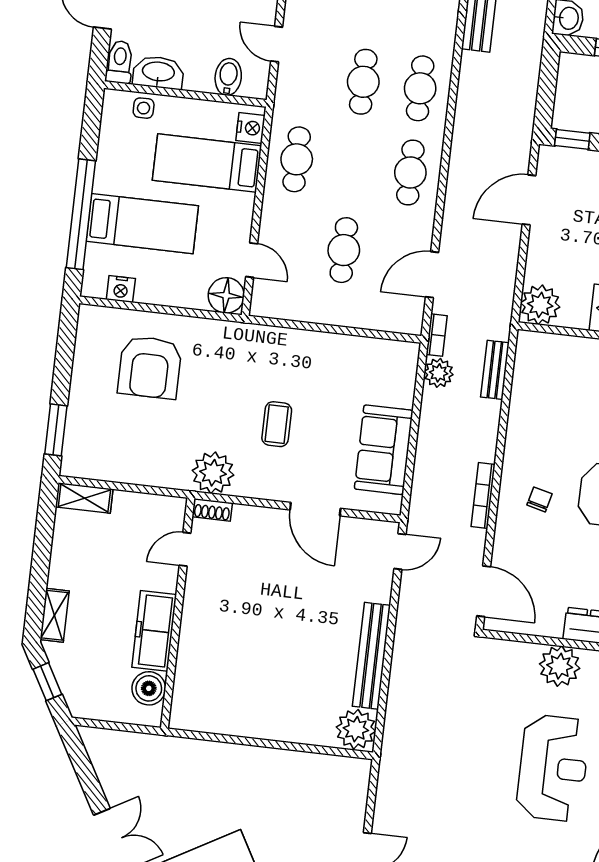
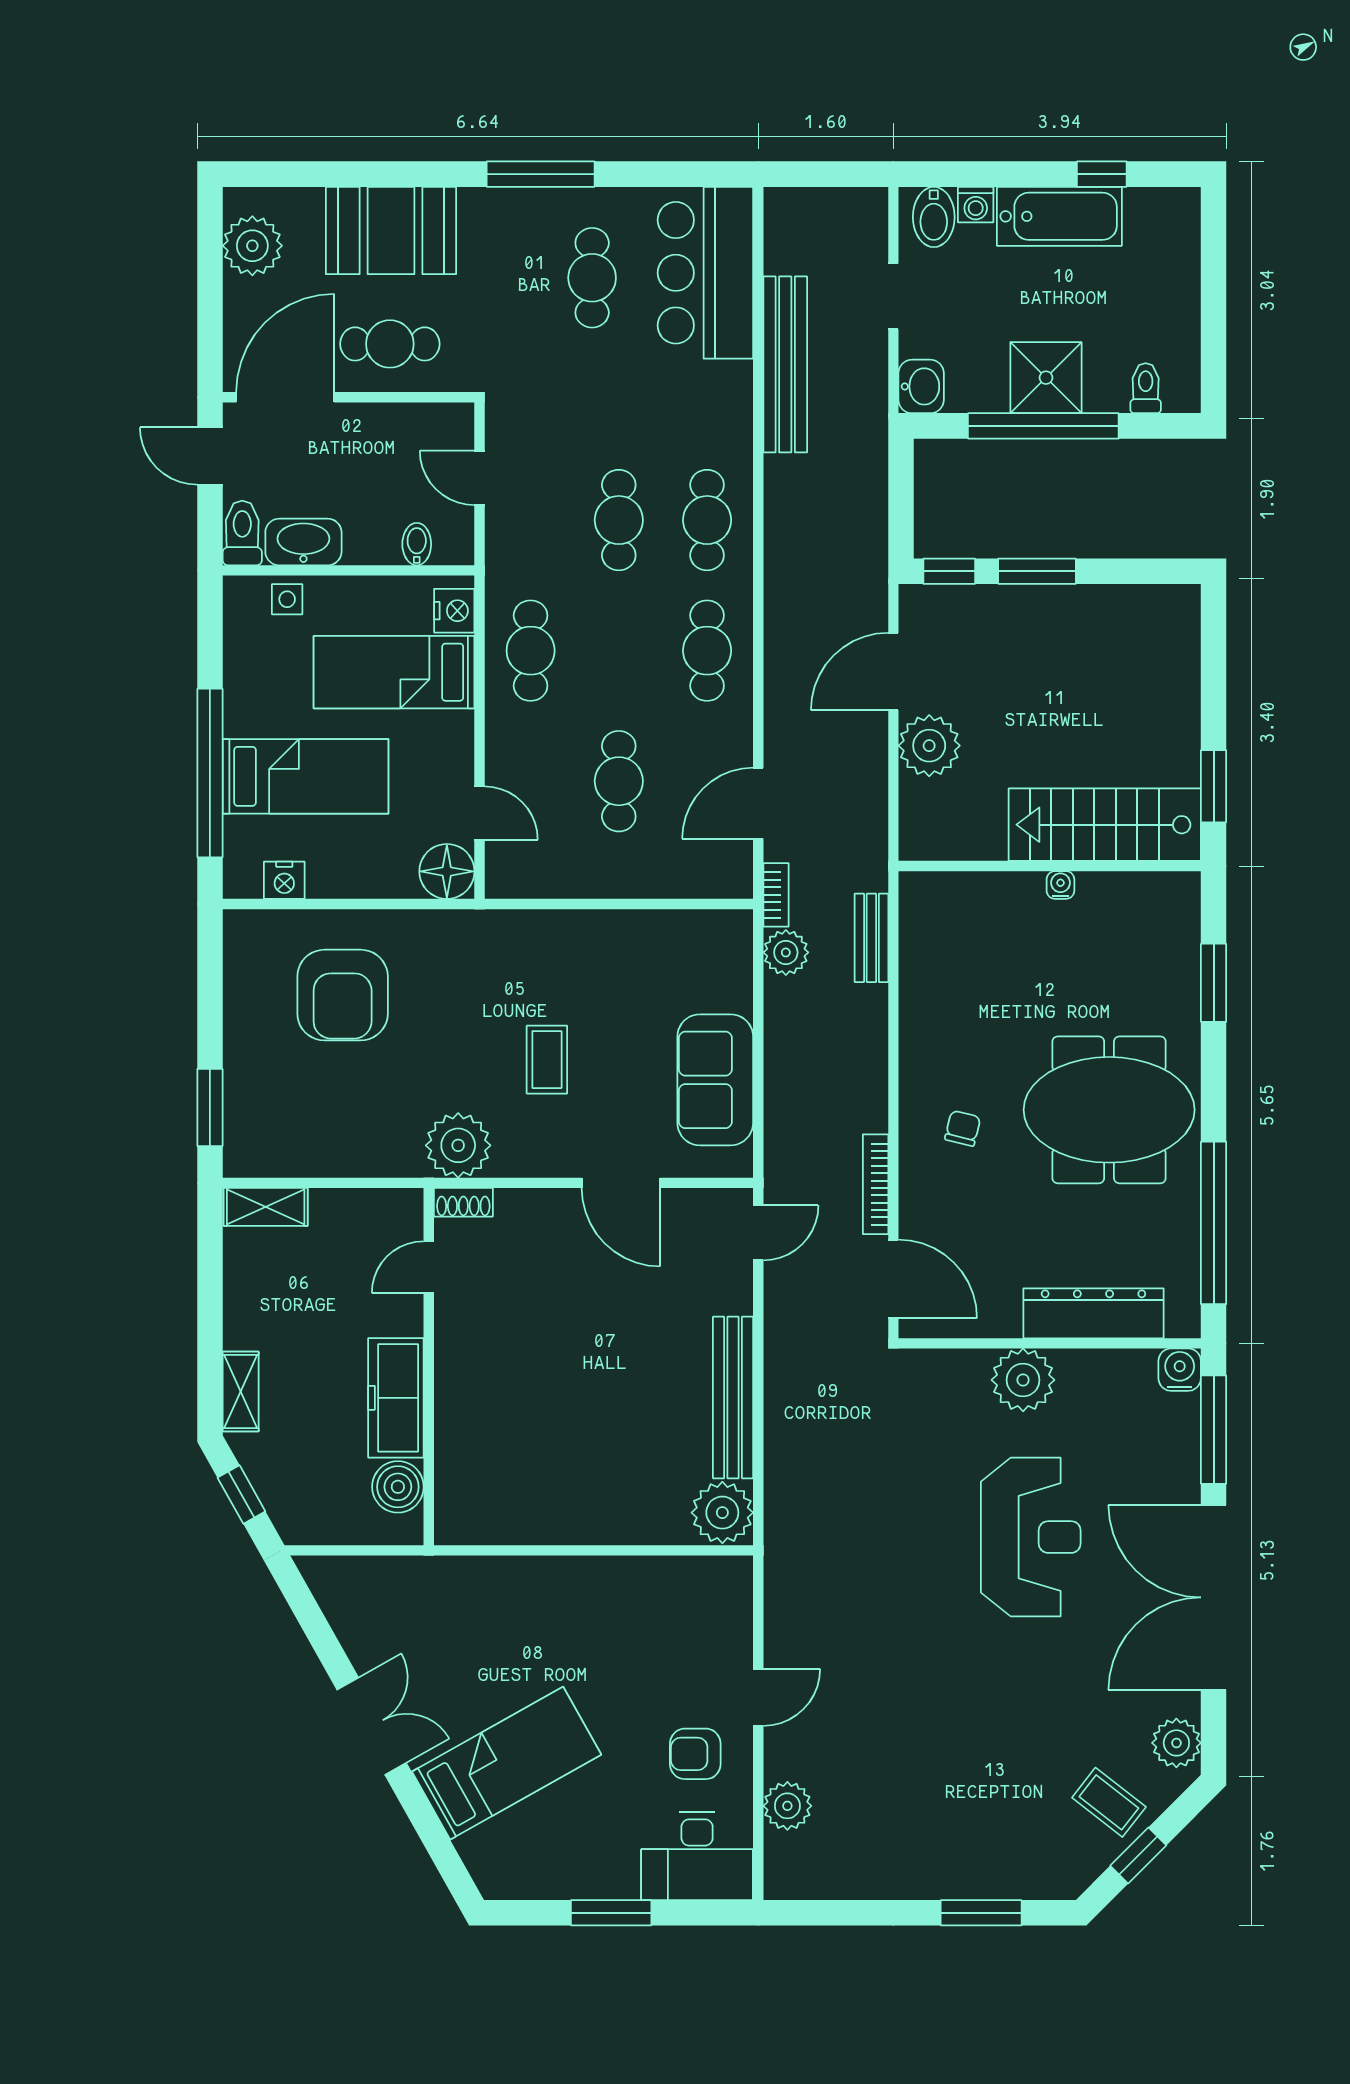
bidet: (228, 77) -> (417, 544), width x0.72, depth x0.74
plant: (540, 305) -> (929, 746), moved
bookcase: (483, 495) -> (876, 1184), moved

